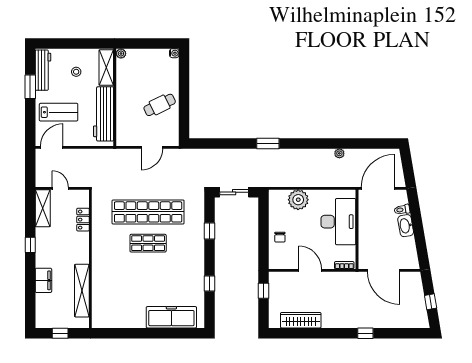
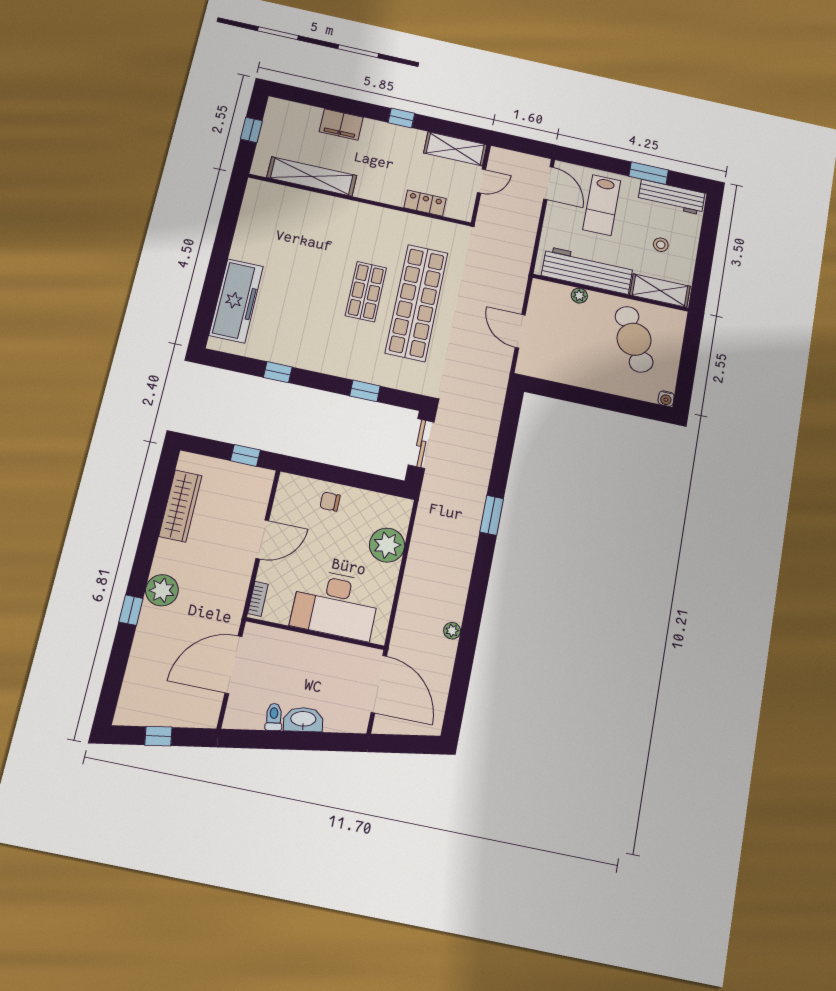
plant: (121, 54) -> (579, 296), moved
cafe table: (160, 105) -> (634, 339), moved, width x1.37, depth x1.35
toilet: (402, 210) -> (274, 717), moved
plant: (351, 319) -> (162, 590), added

